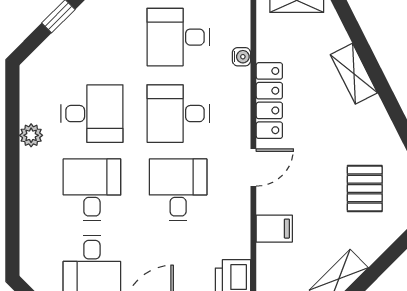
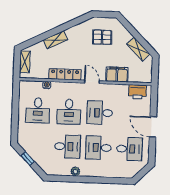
desk: (92, 114) -> (67, 146), turned 90
filing cabinet: (274, 229) -> (117, 74), width x2.00

